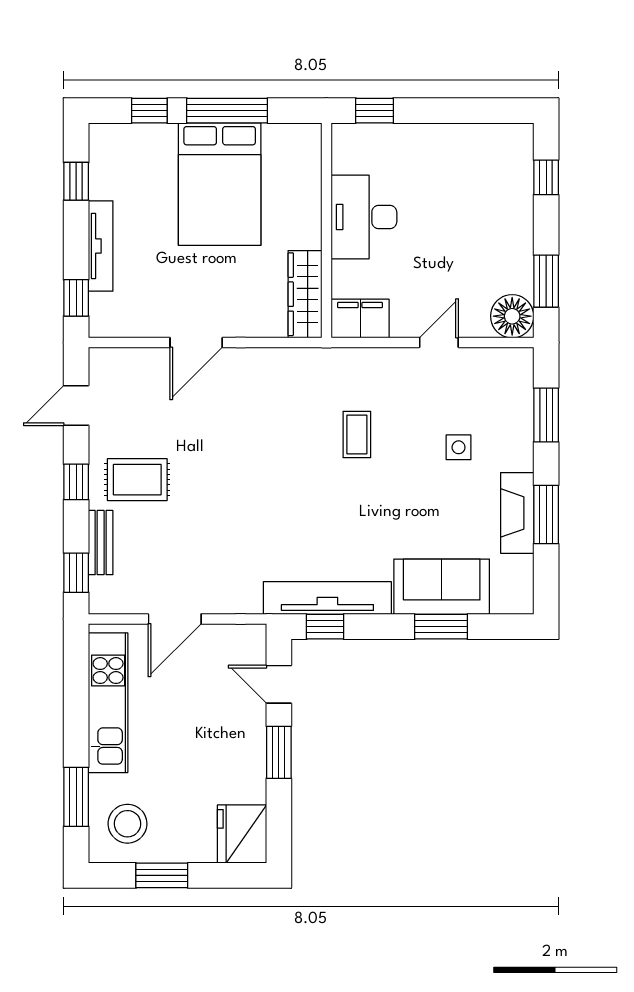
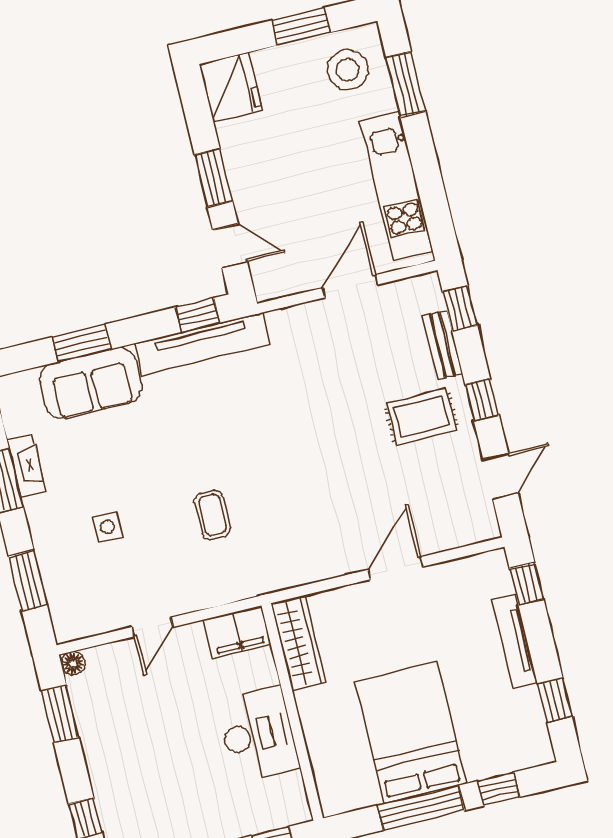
floor lamp: (512, 316) -> (73, 663), width x0.53, depth x0.53
fireplace: (517, 513) -> (26, 465), width x0.73, depth x0.76

